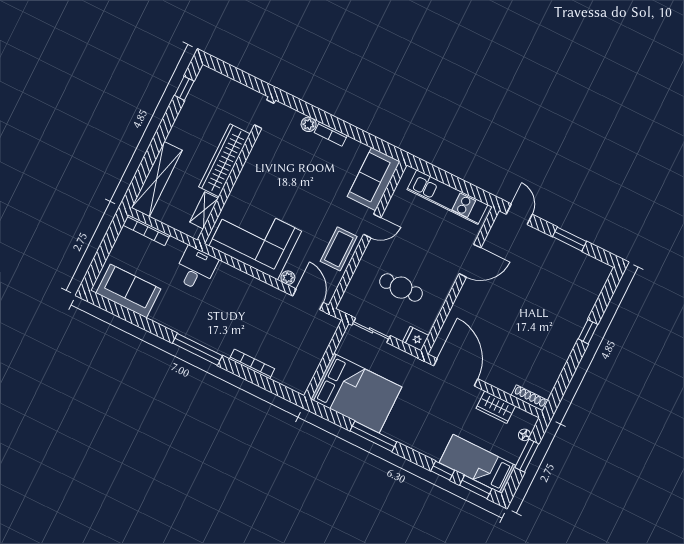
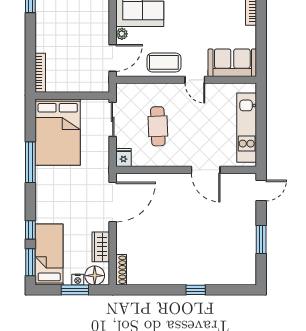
bookcase: (252, 364) -> (40, 73), moved
floor lamp: (524, 435) -> (95, 276), width x1.89, depth x1.89
nightstand: (518, 447) -> (78, 280), added

